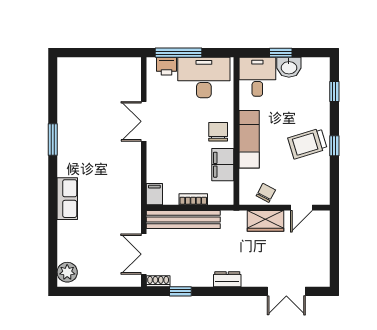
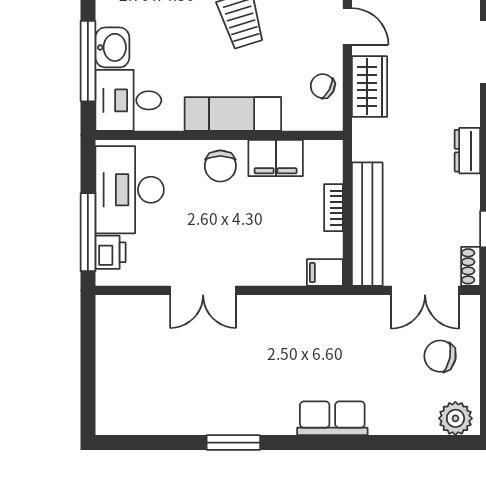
window: (281, 53) -> (88, 61), width x2.17
chair: (218, 132) -> (220, 166), turned -90
chair: (104, 263) -> (440, 356), added

